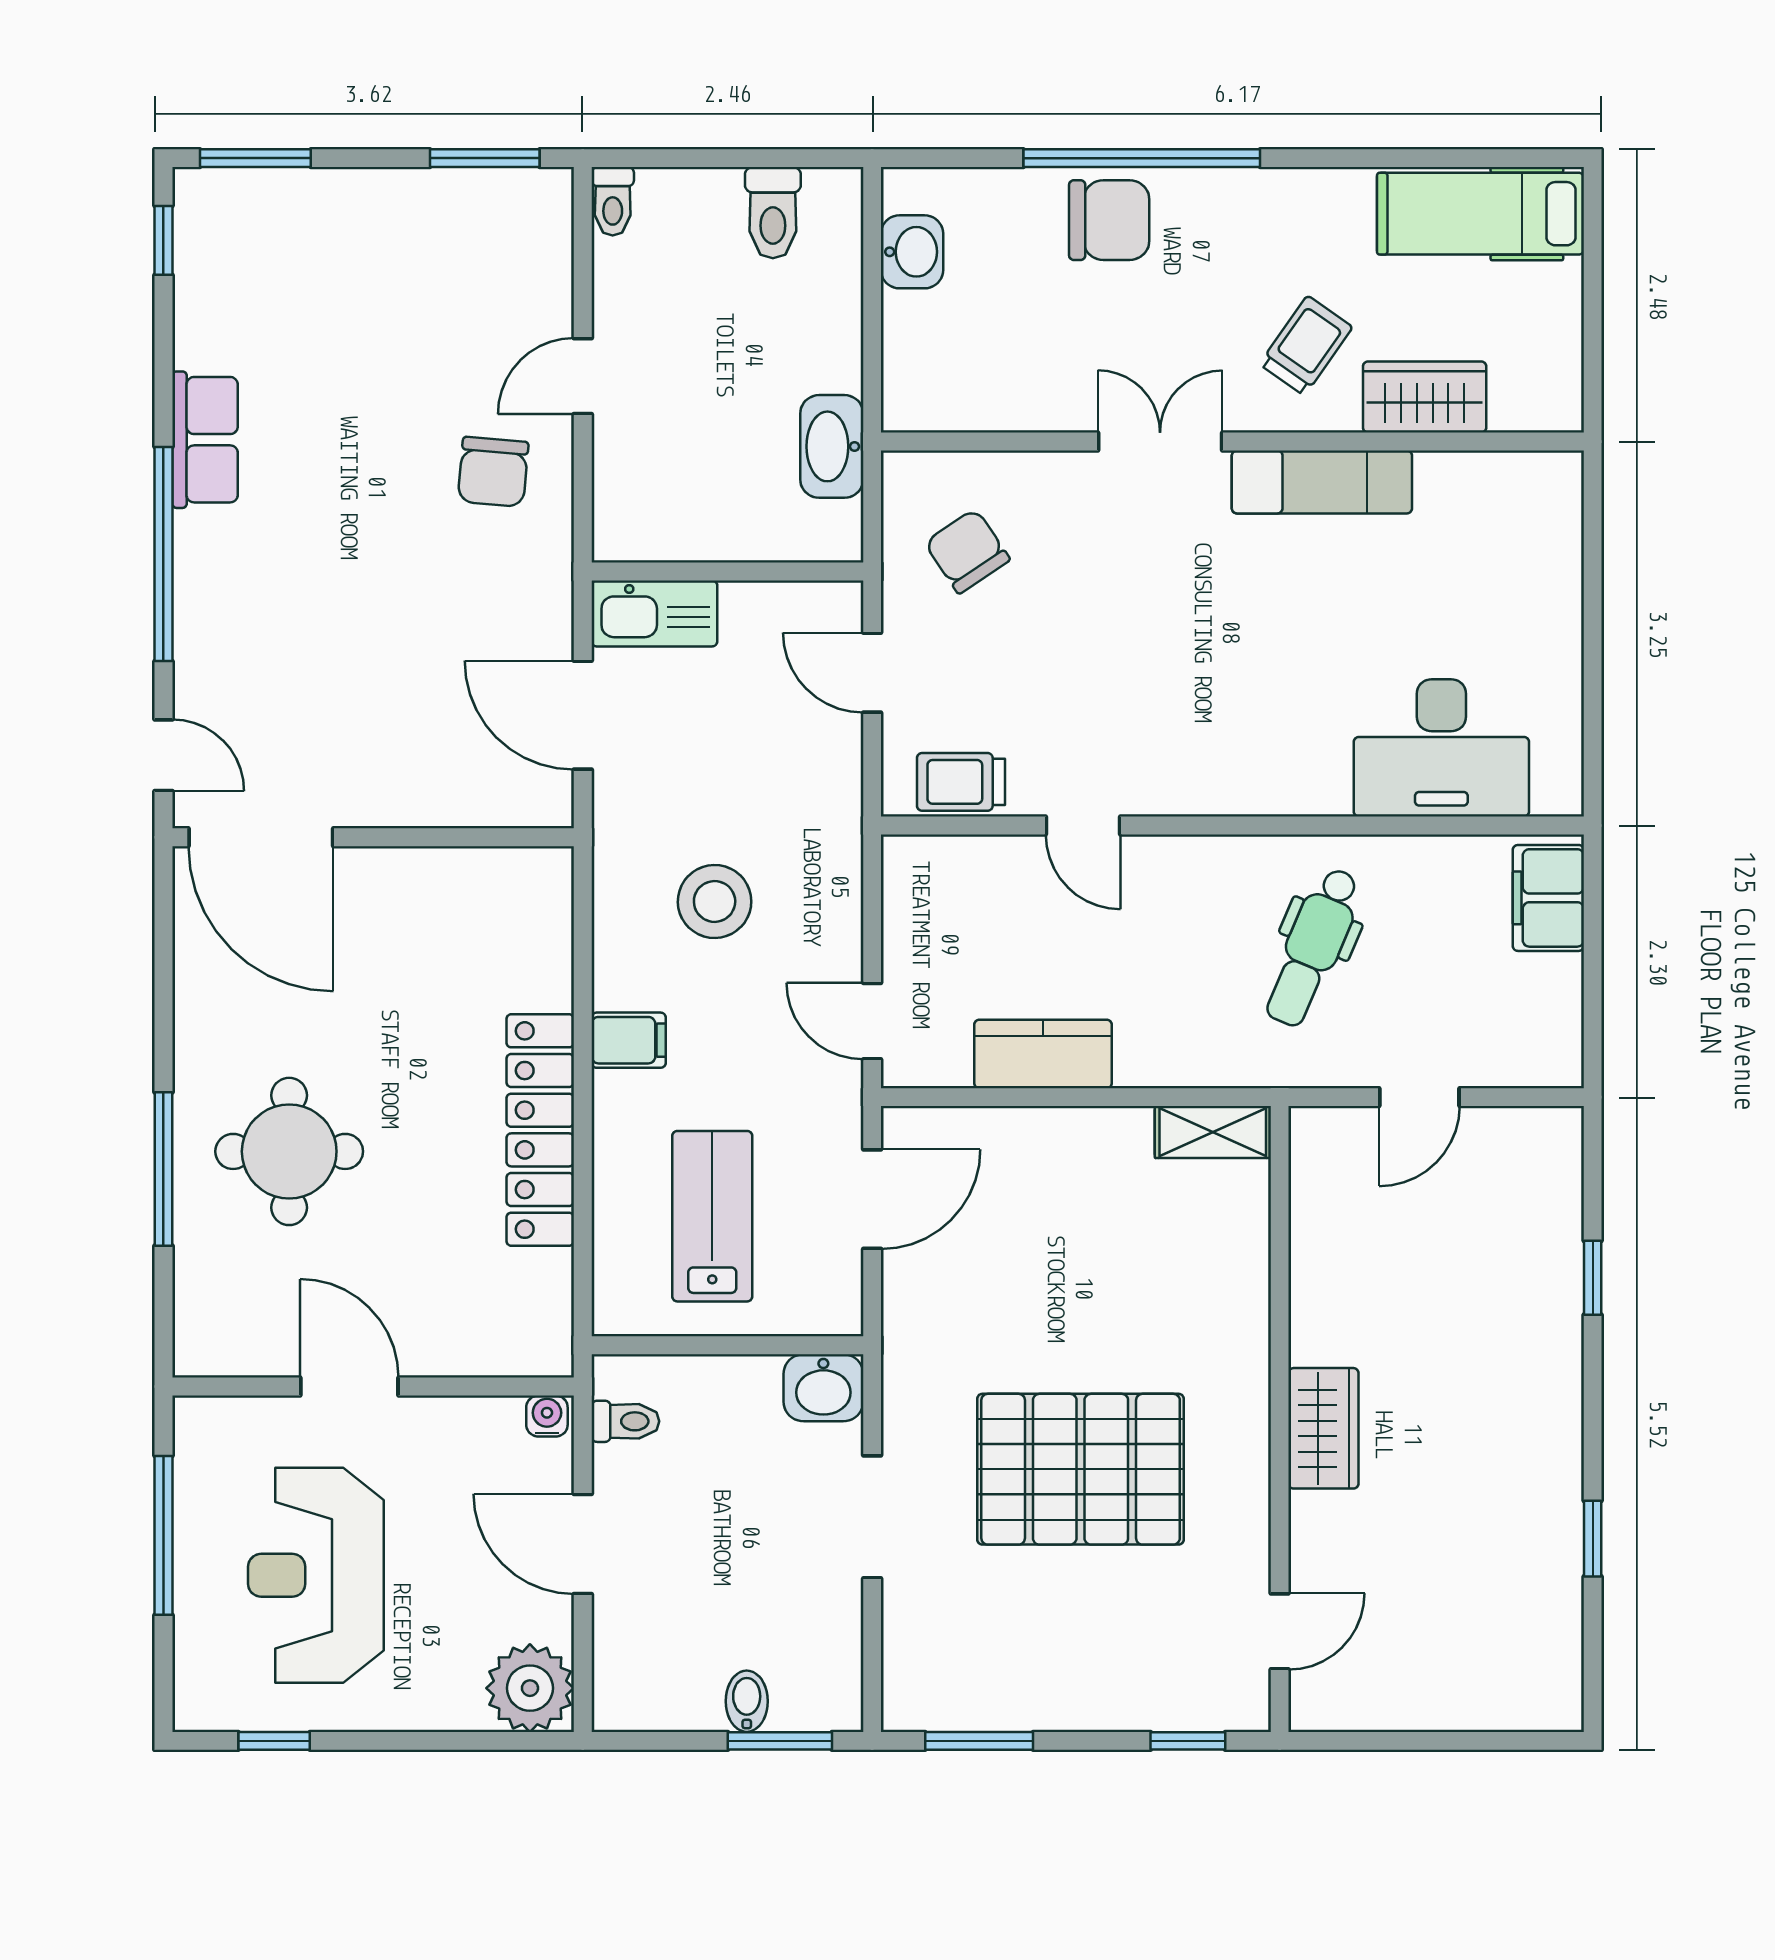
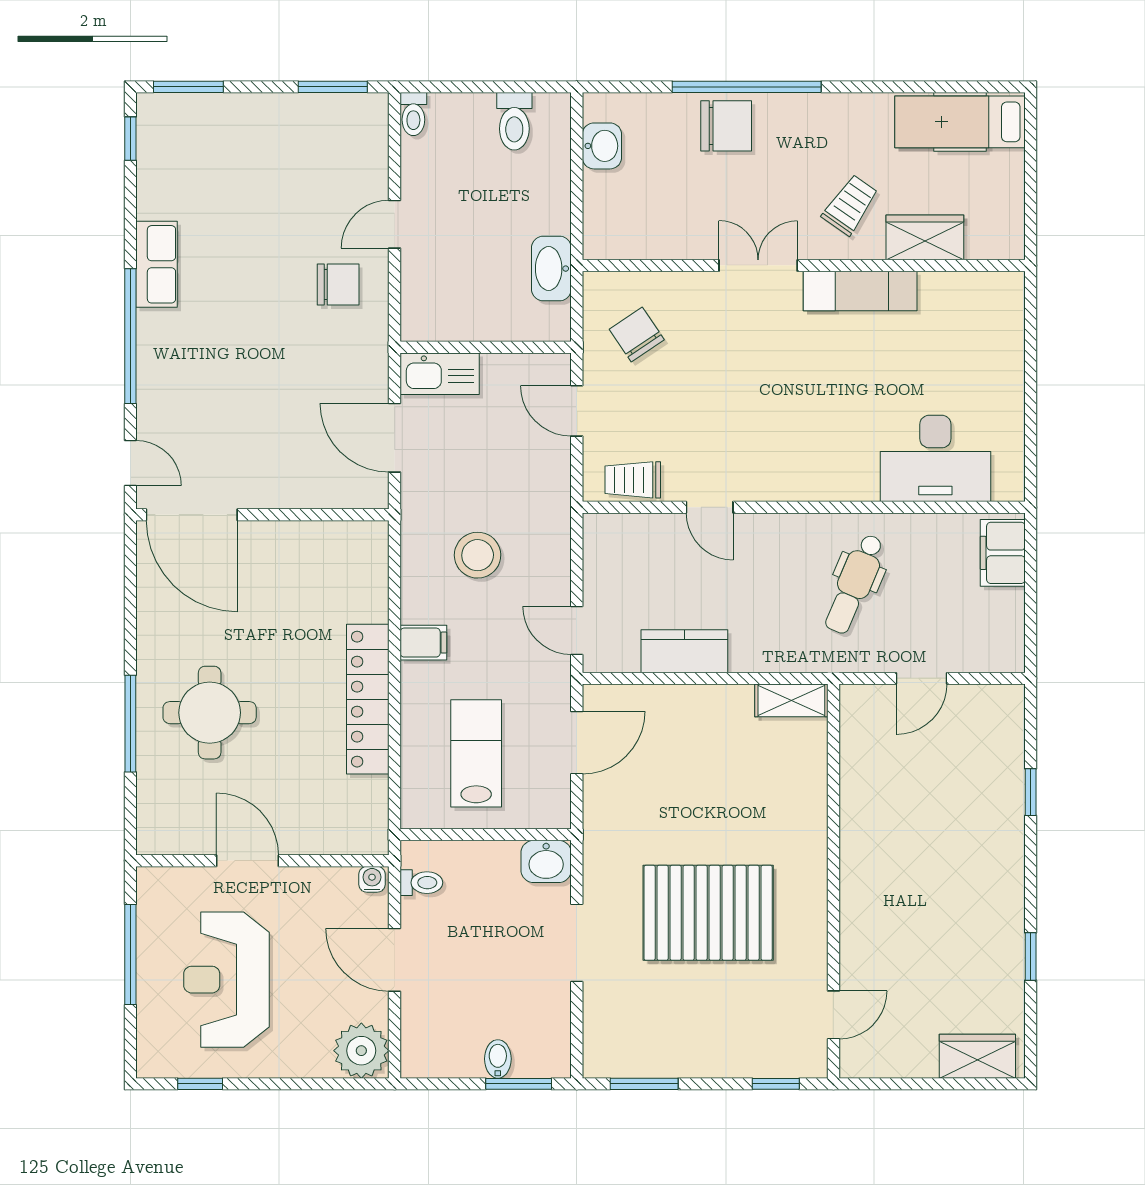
chair: (493, 472) -> (338, 285), turned -95
wardrobe: (1323, 1428) -> (977, 1056), moved, turned -90

